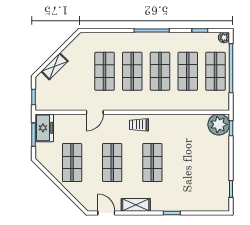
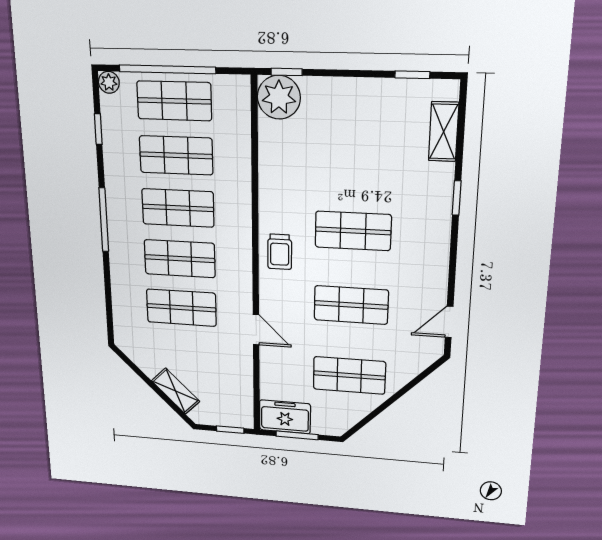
shelving: (136, 205) -> (444, 132), moved

